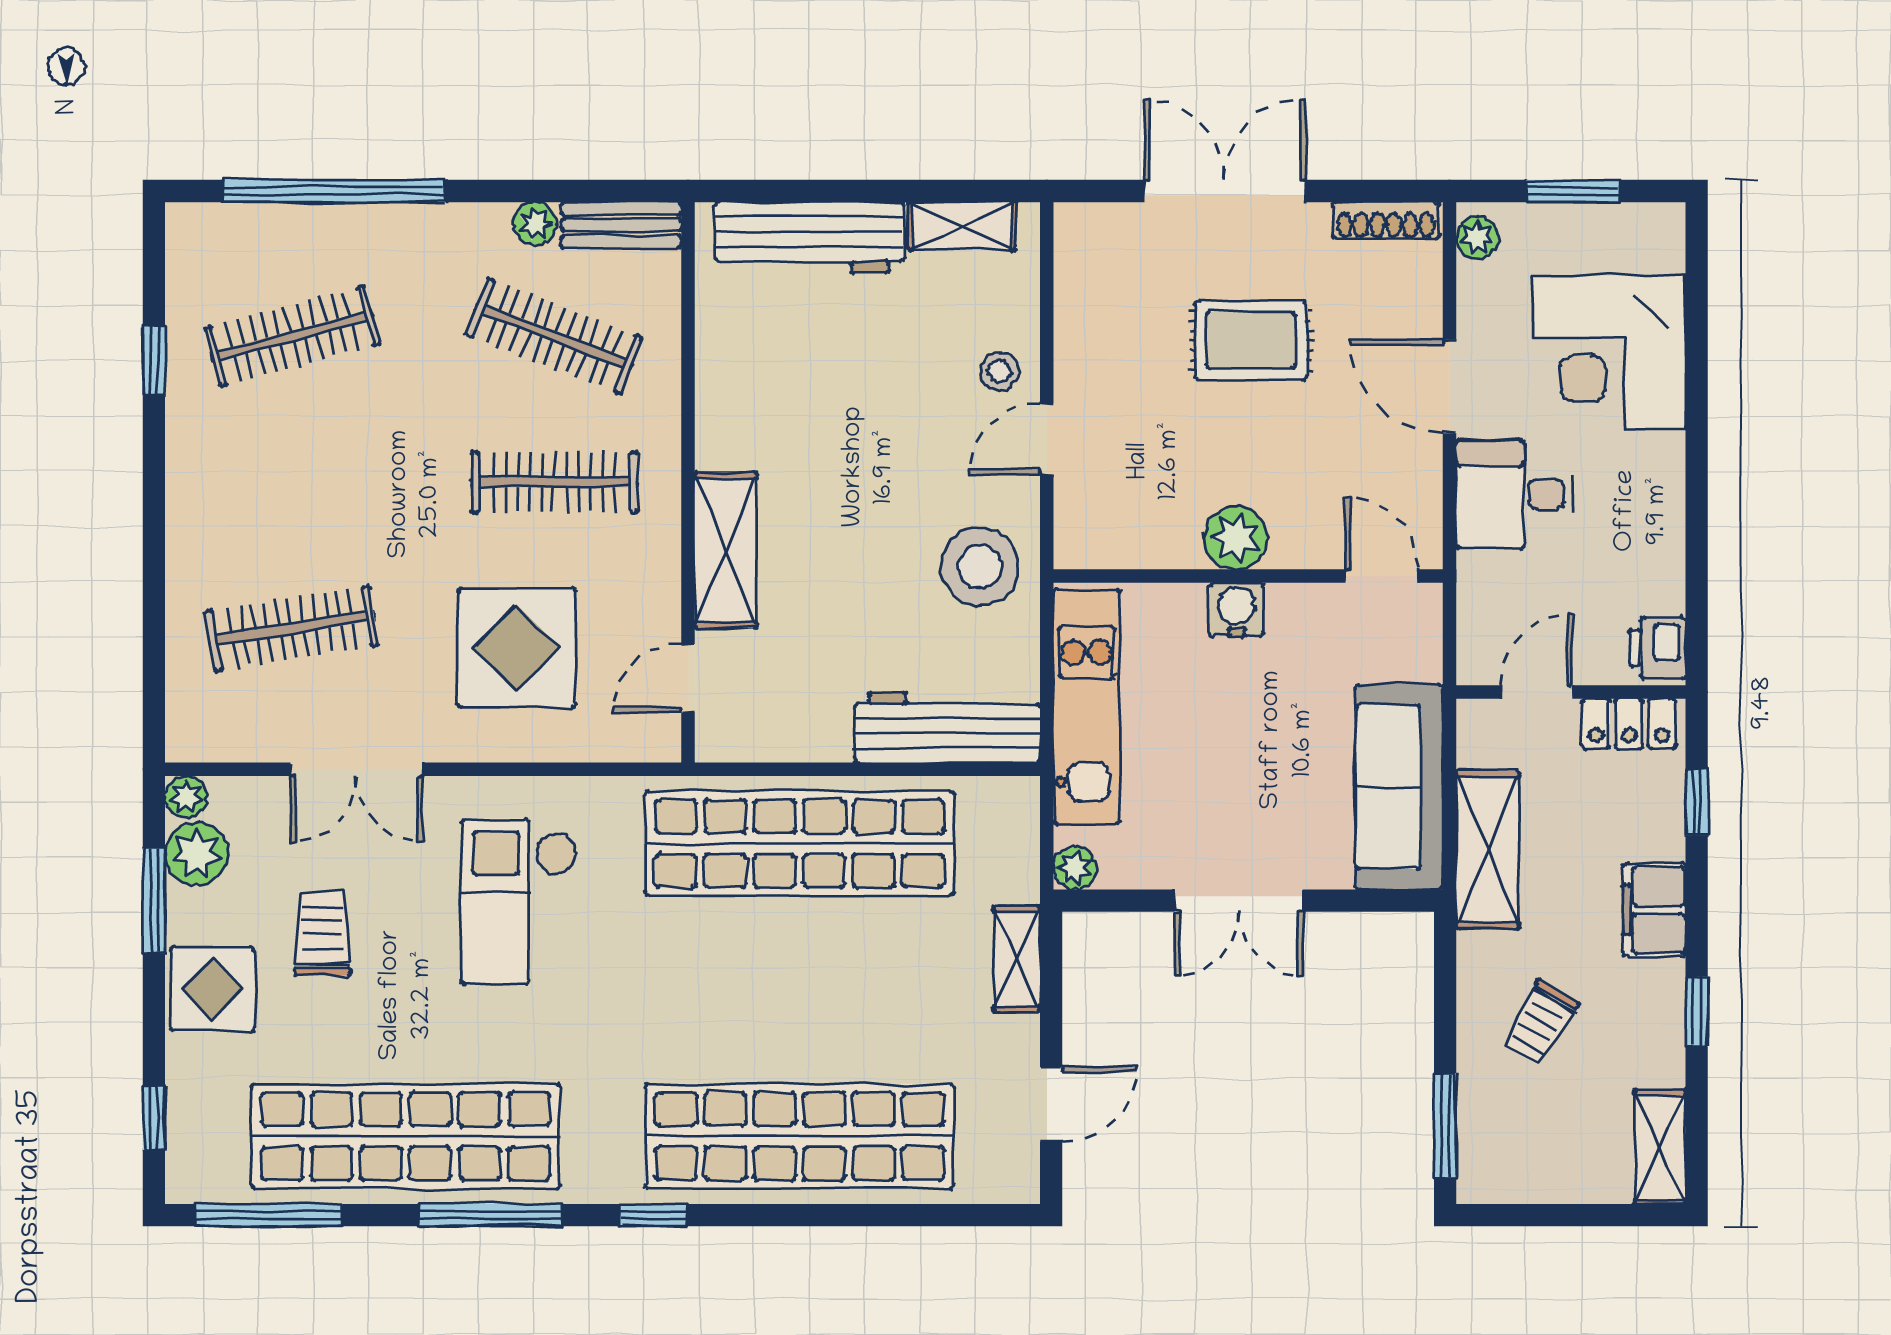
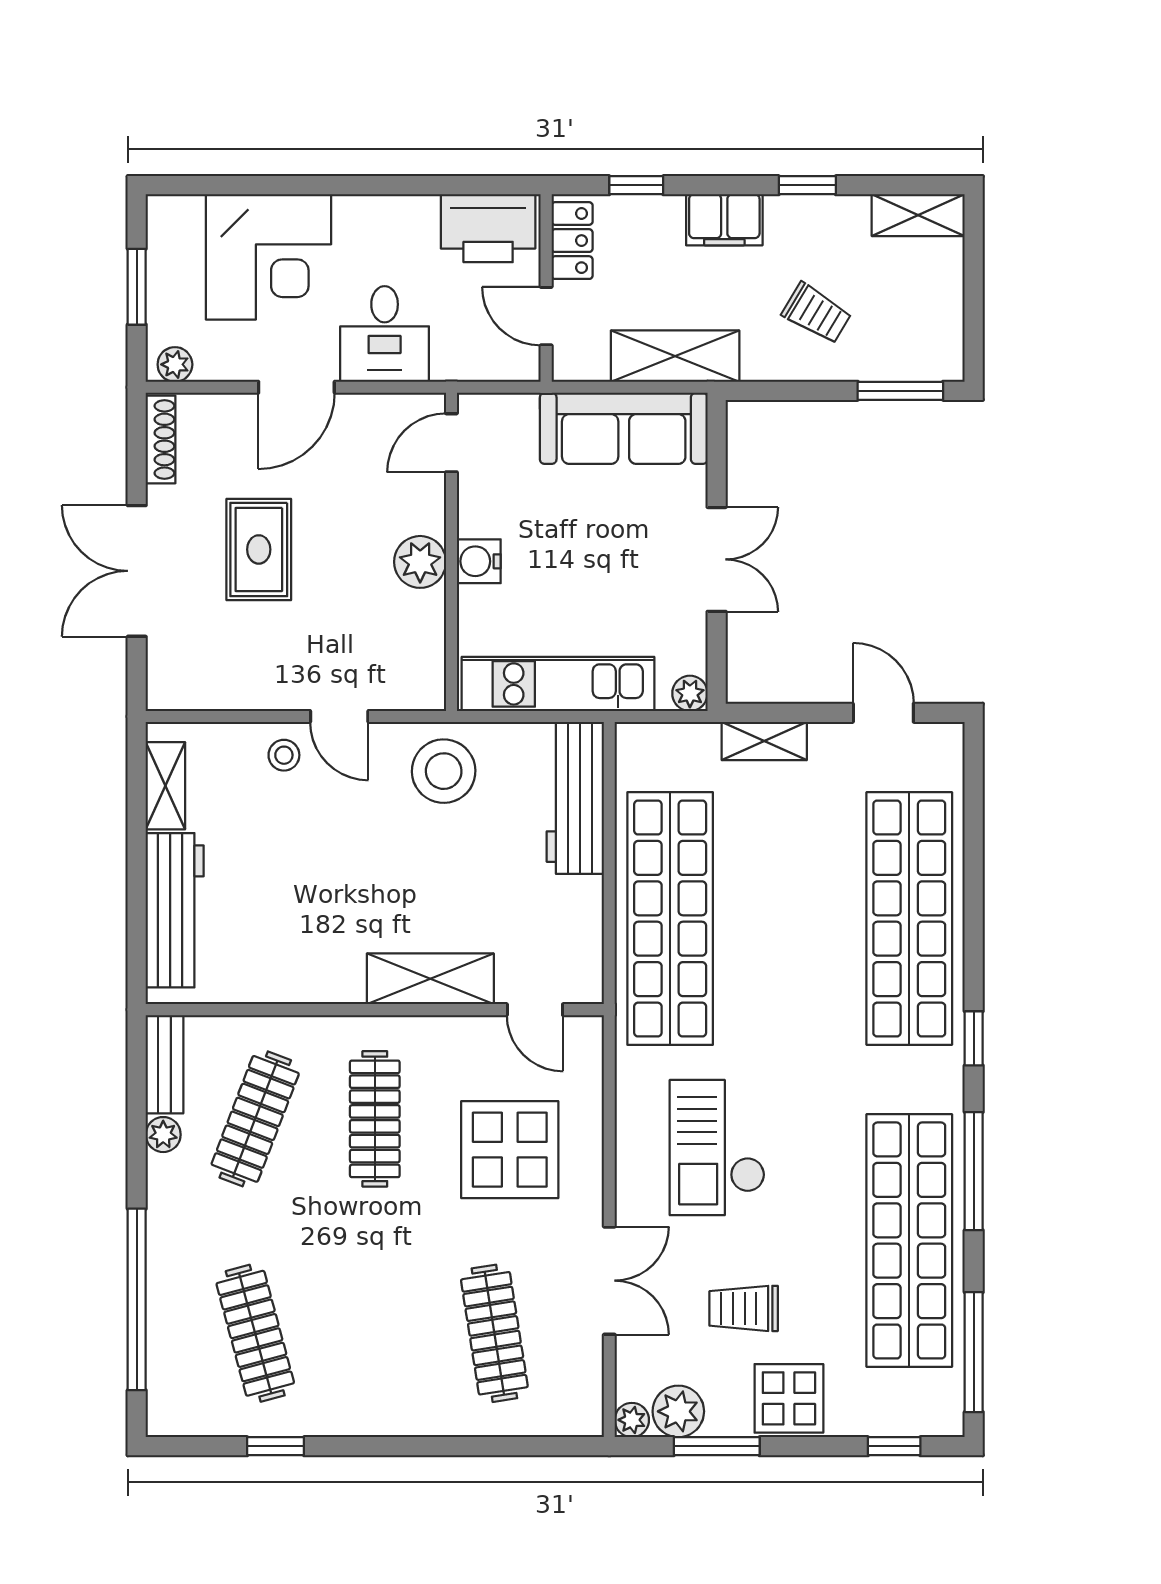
printer: (1658, 648) -> (488, 228), width x1.87, depth x1.48
checkout: (519, 901) -> (717, 1148), turned 90

